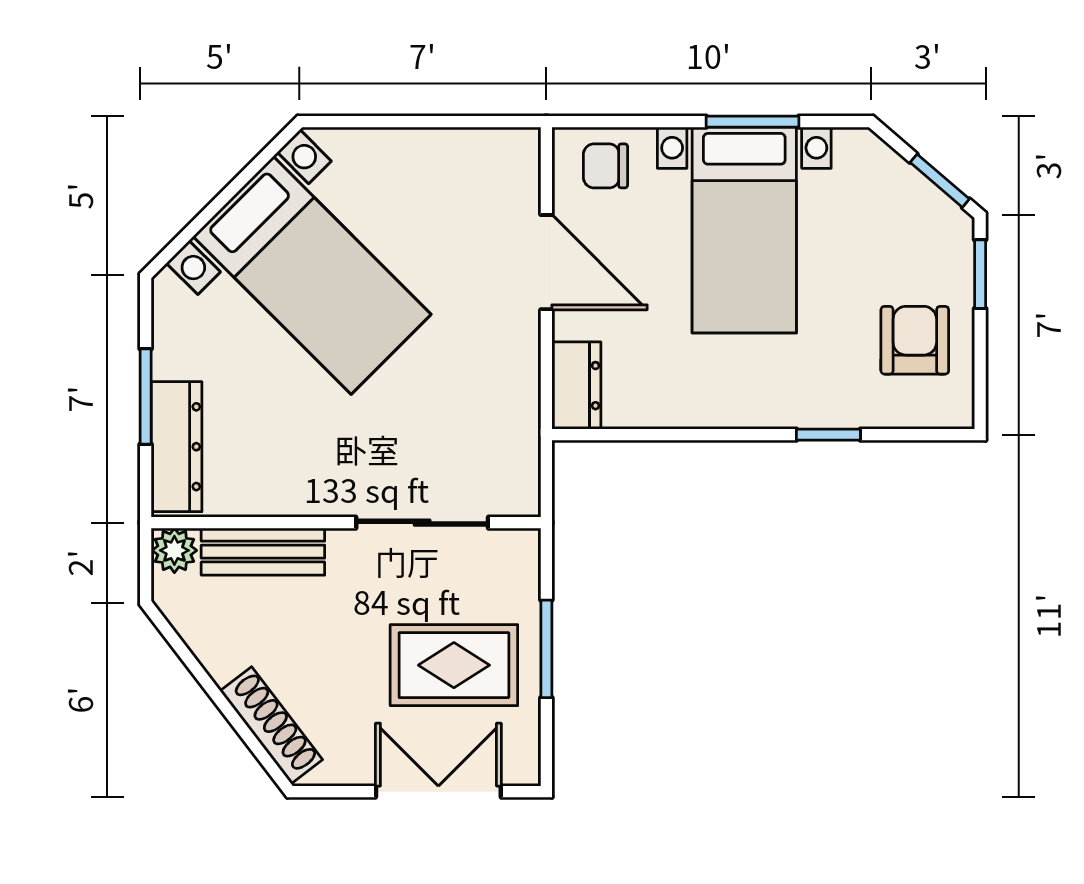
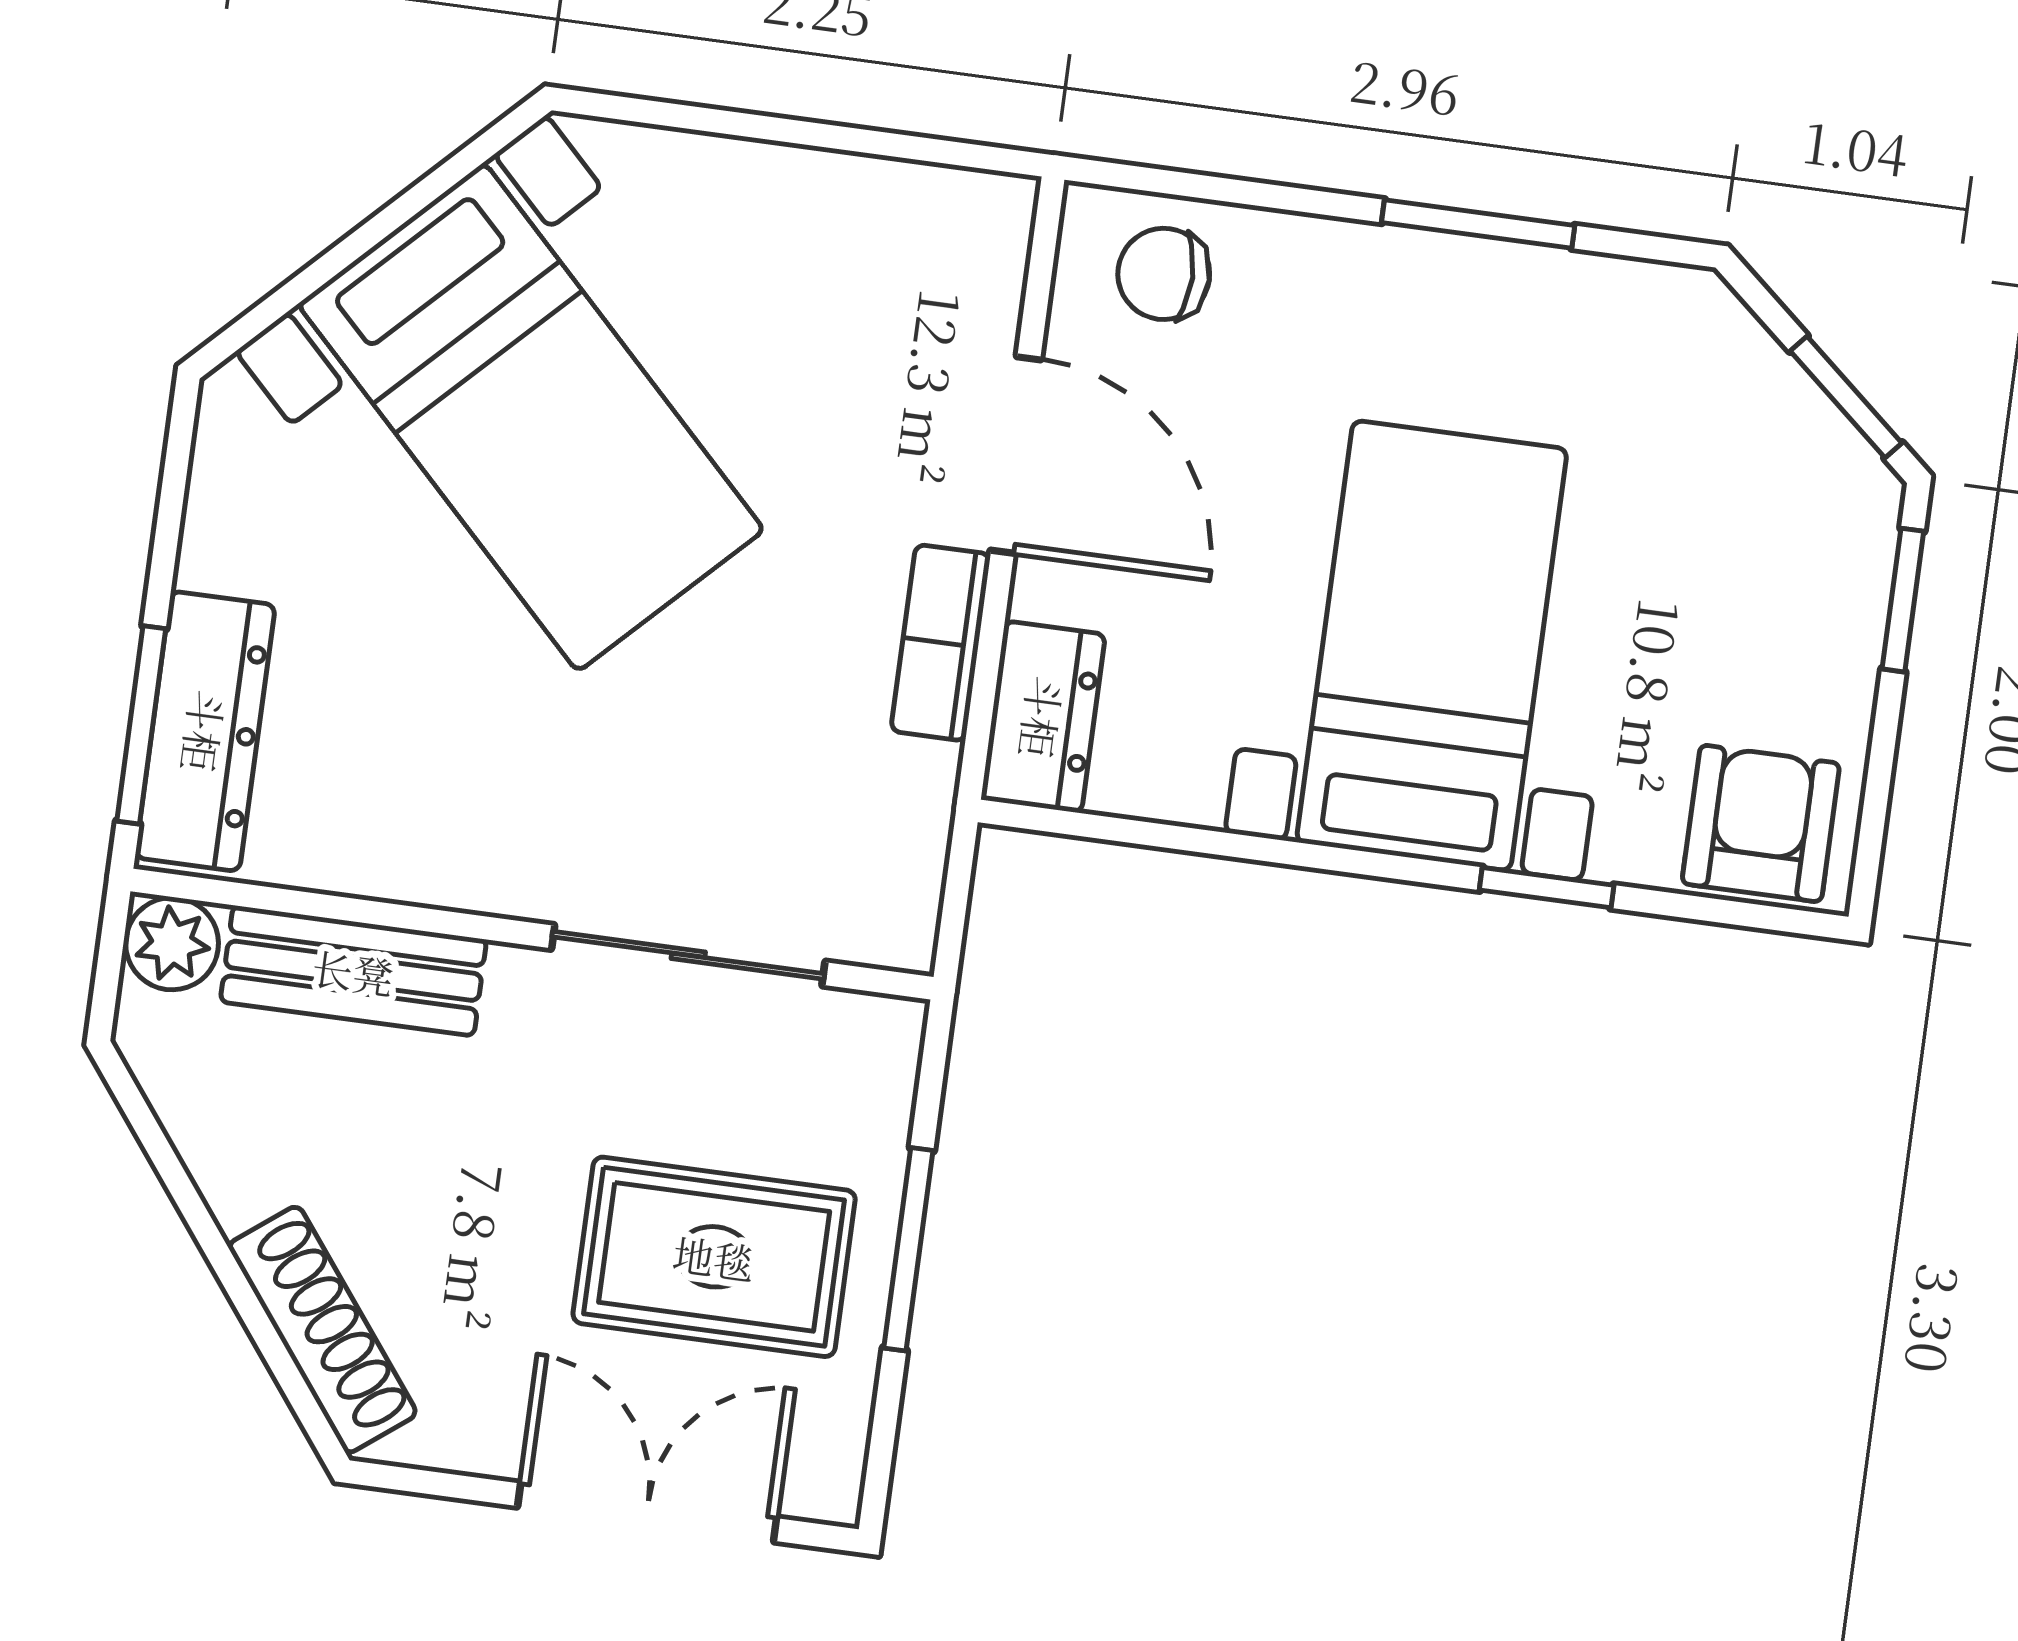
bed with nightstands: (744, 230) -> (1432, 646), moved, turned 180
armchair: (915, 340) -> (1761, 823), moved
bookcase: (523, 357) -> (941, 643), added
window: (146, 396) -> (141, 725), moved

